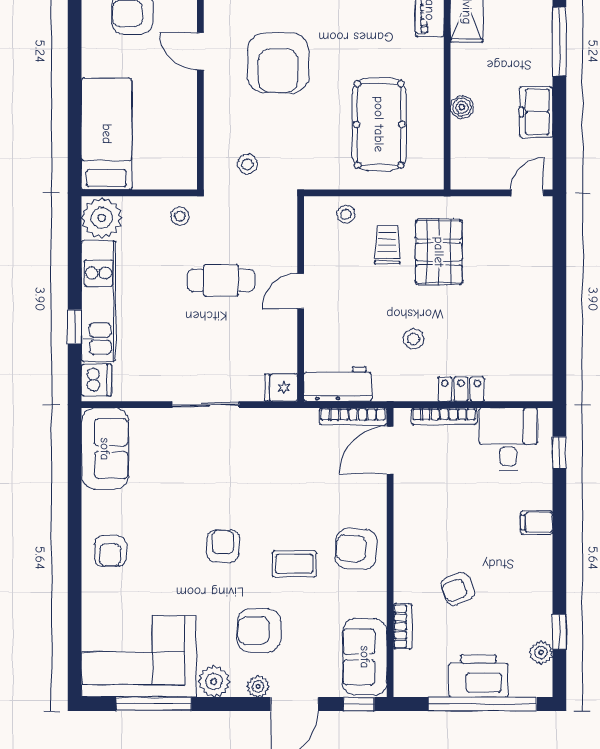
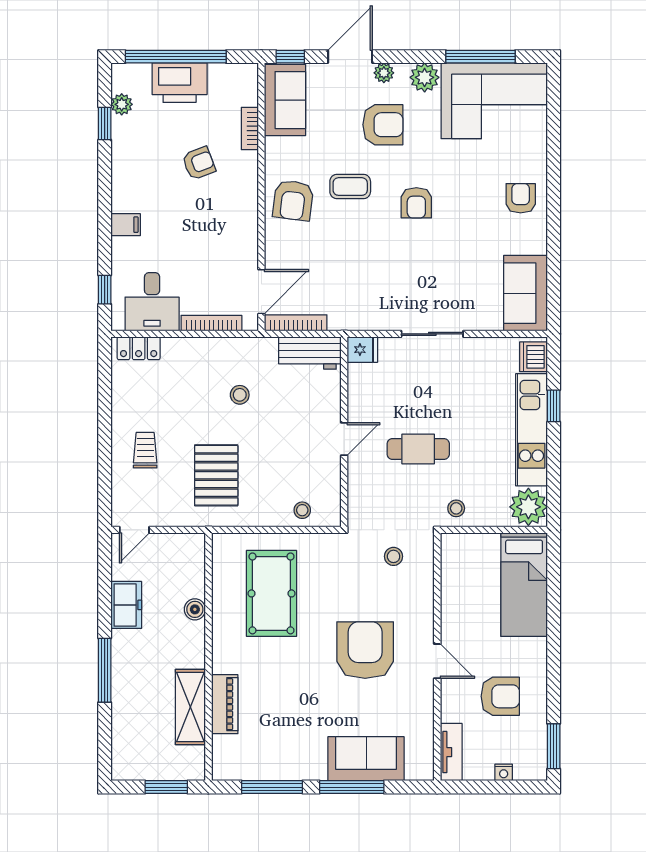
trolley: (387, 245) -> (145, 450), moved, turned 180
locker: (461, 389) -> (139, 348), moved
armchair: (356, 549) -> (293, 200), turned 93

